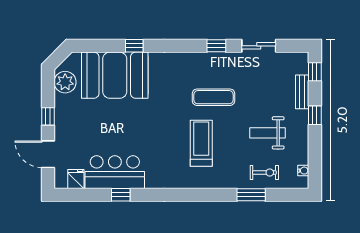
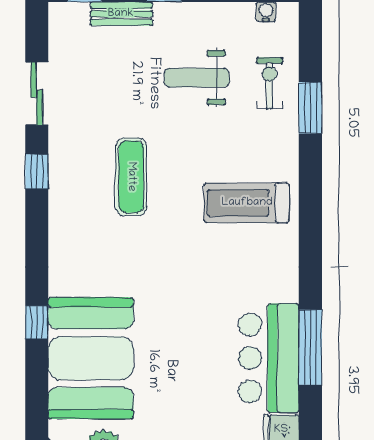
weight bench: (268, 133) -> (197, 78), turned 90
treadmill: (201, 143) -> (247, 203), moved
window: (121, 195) -> (310, 347), width x2.17

